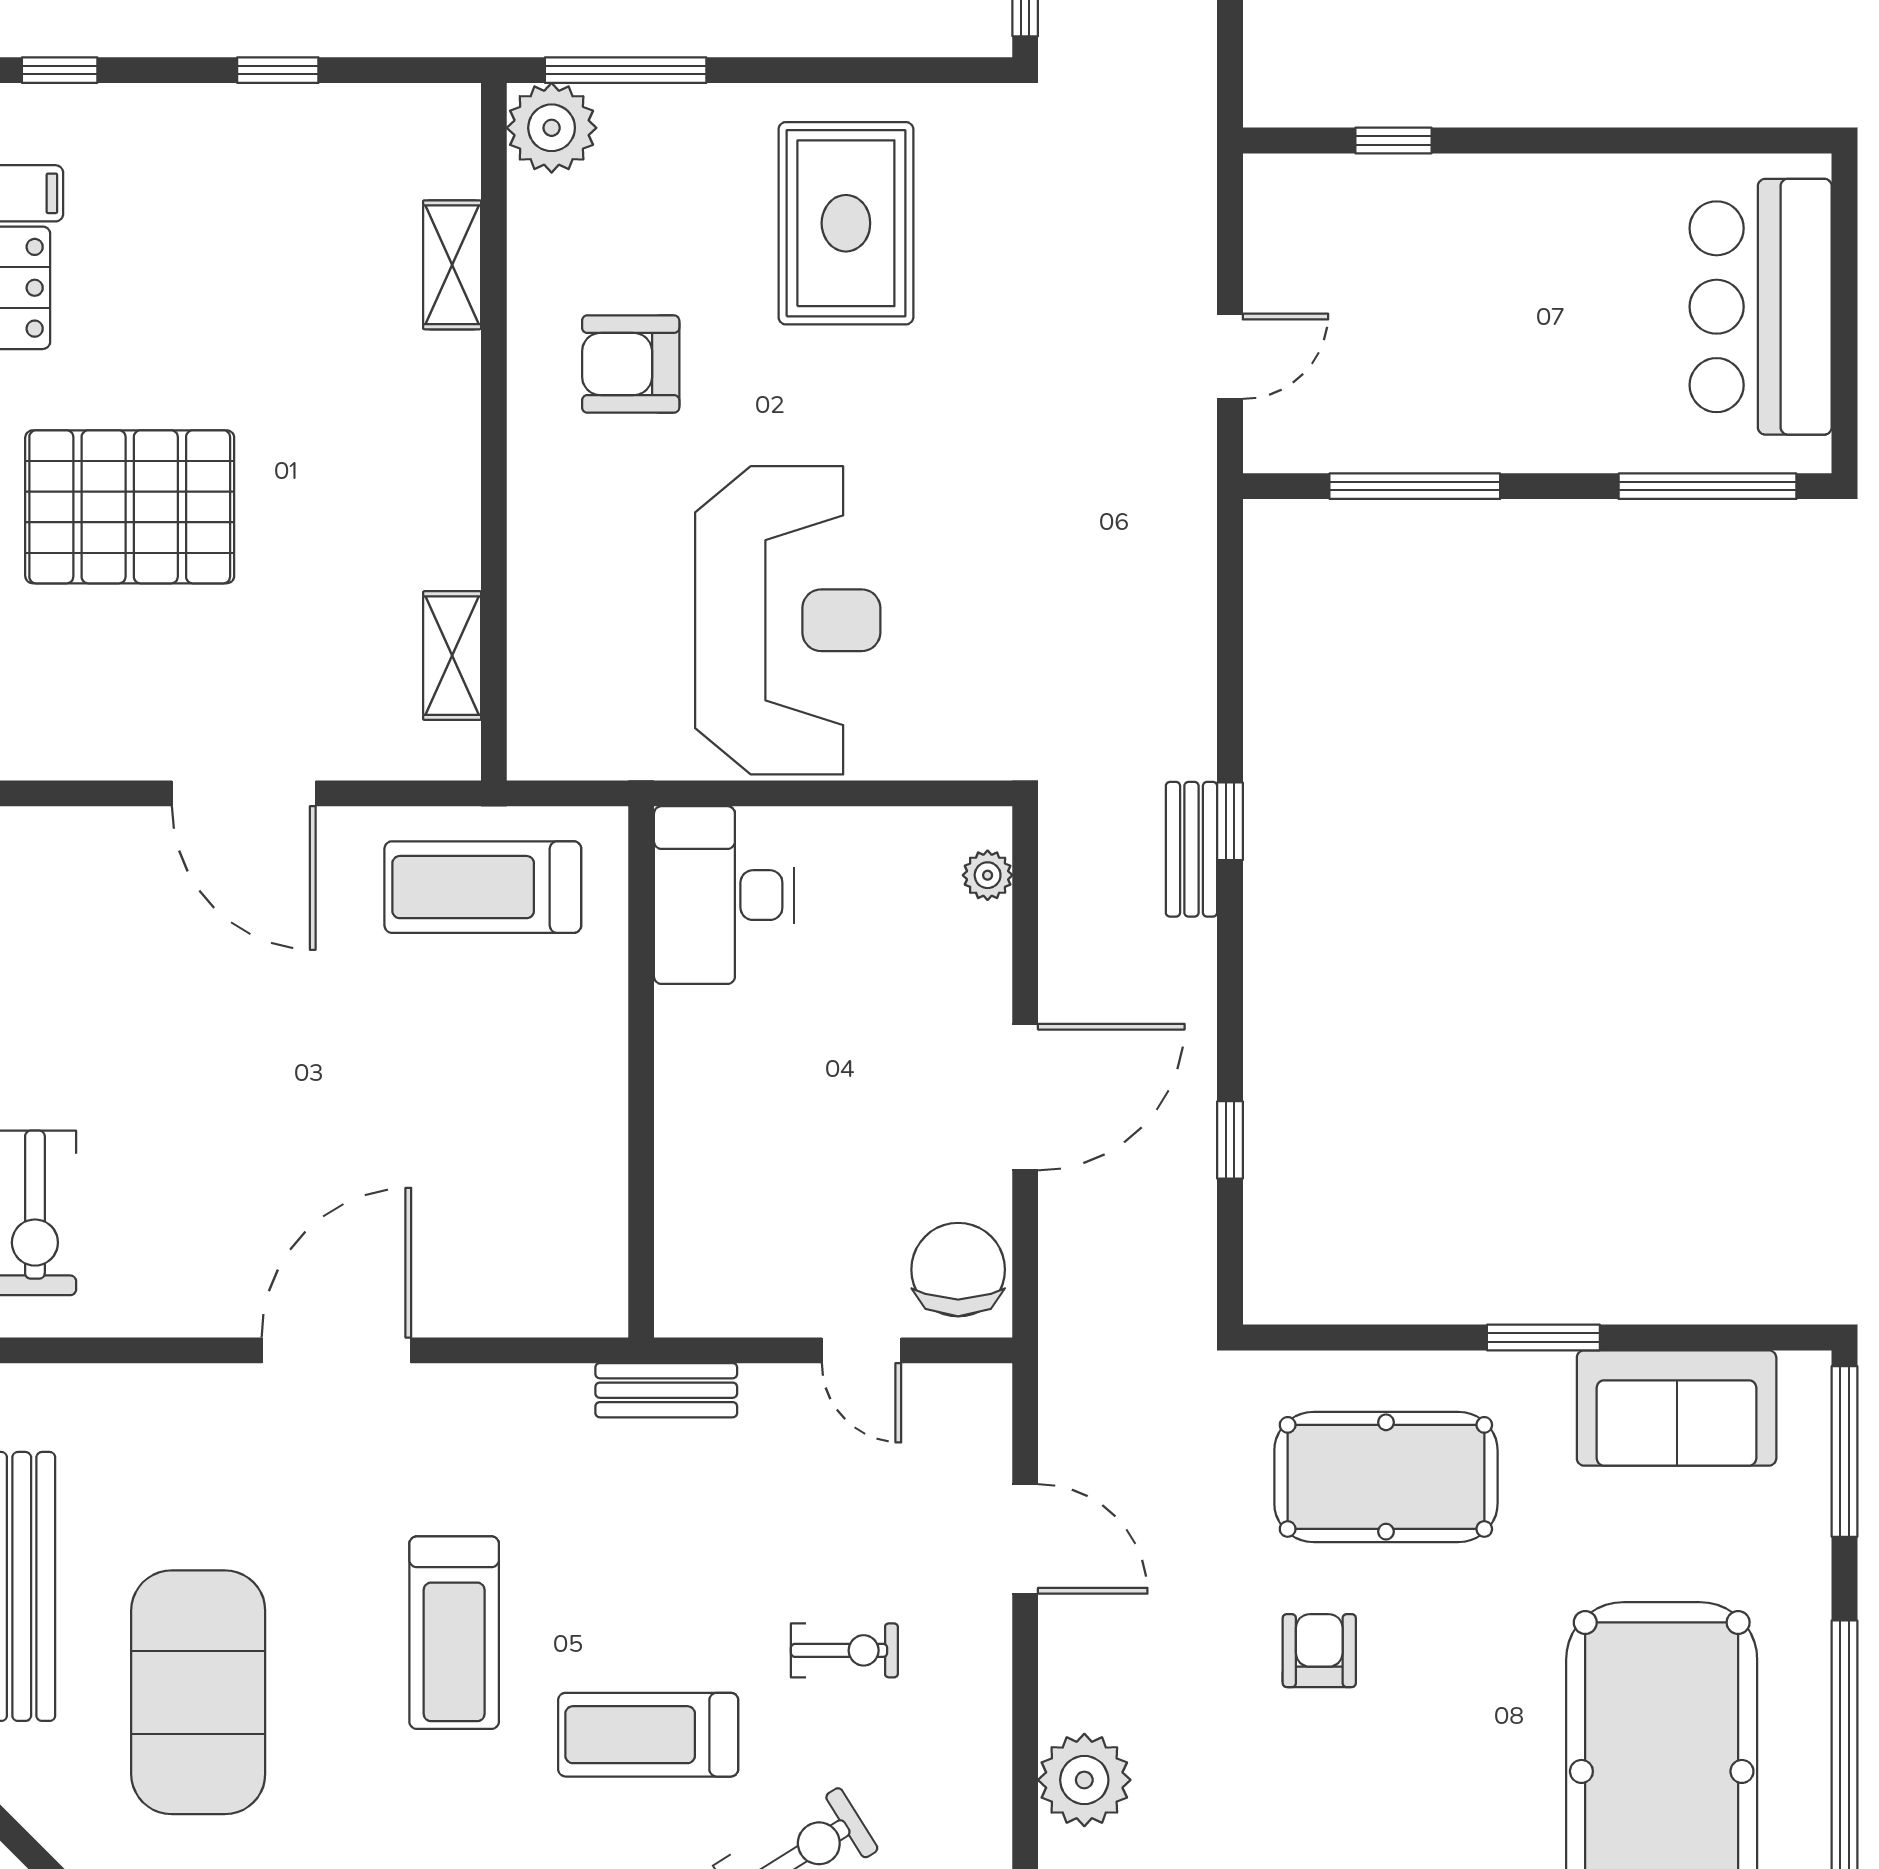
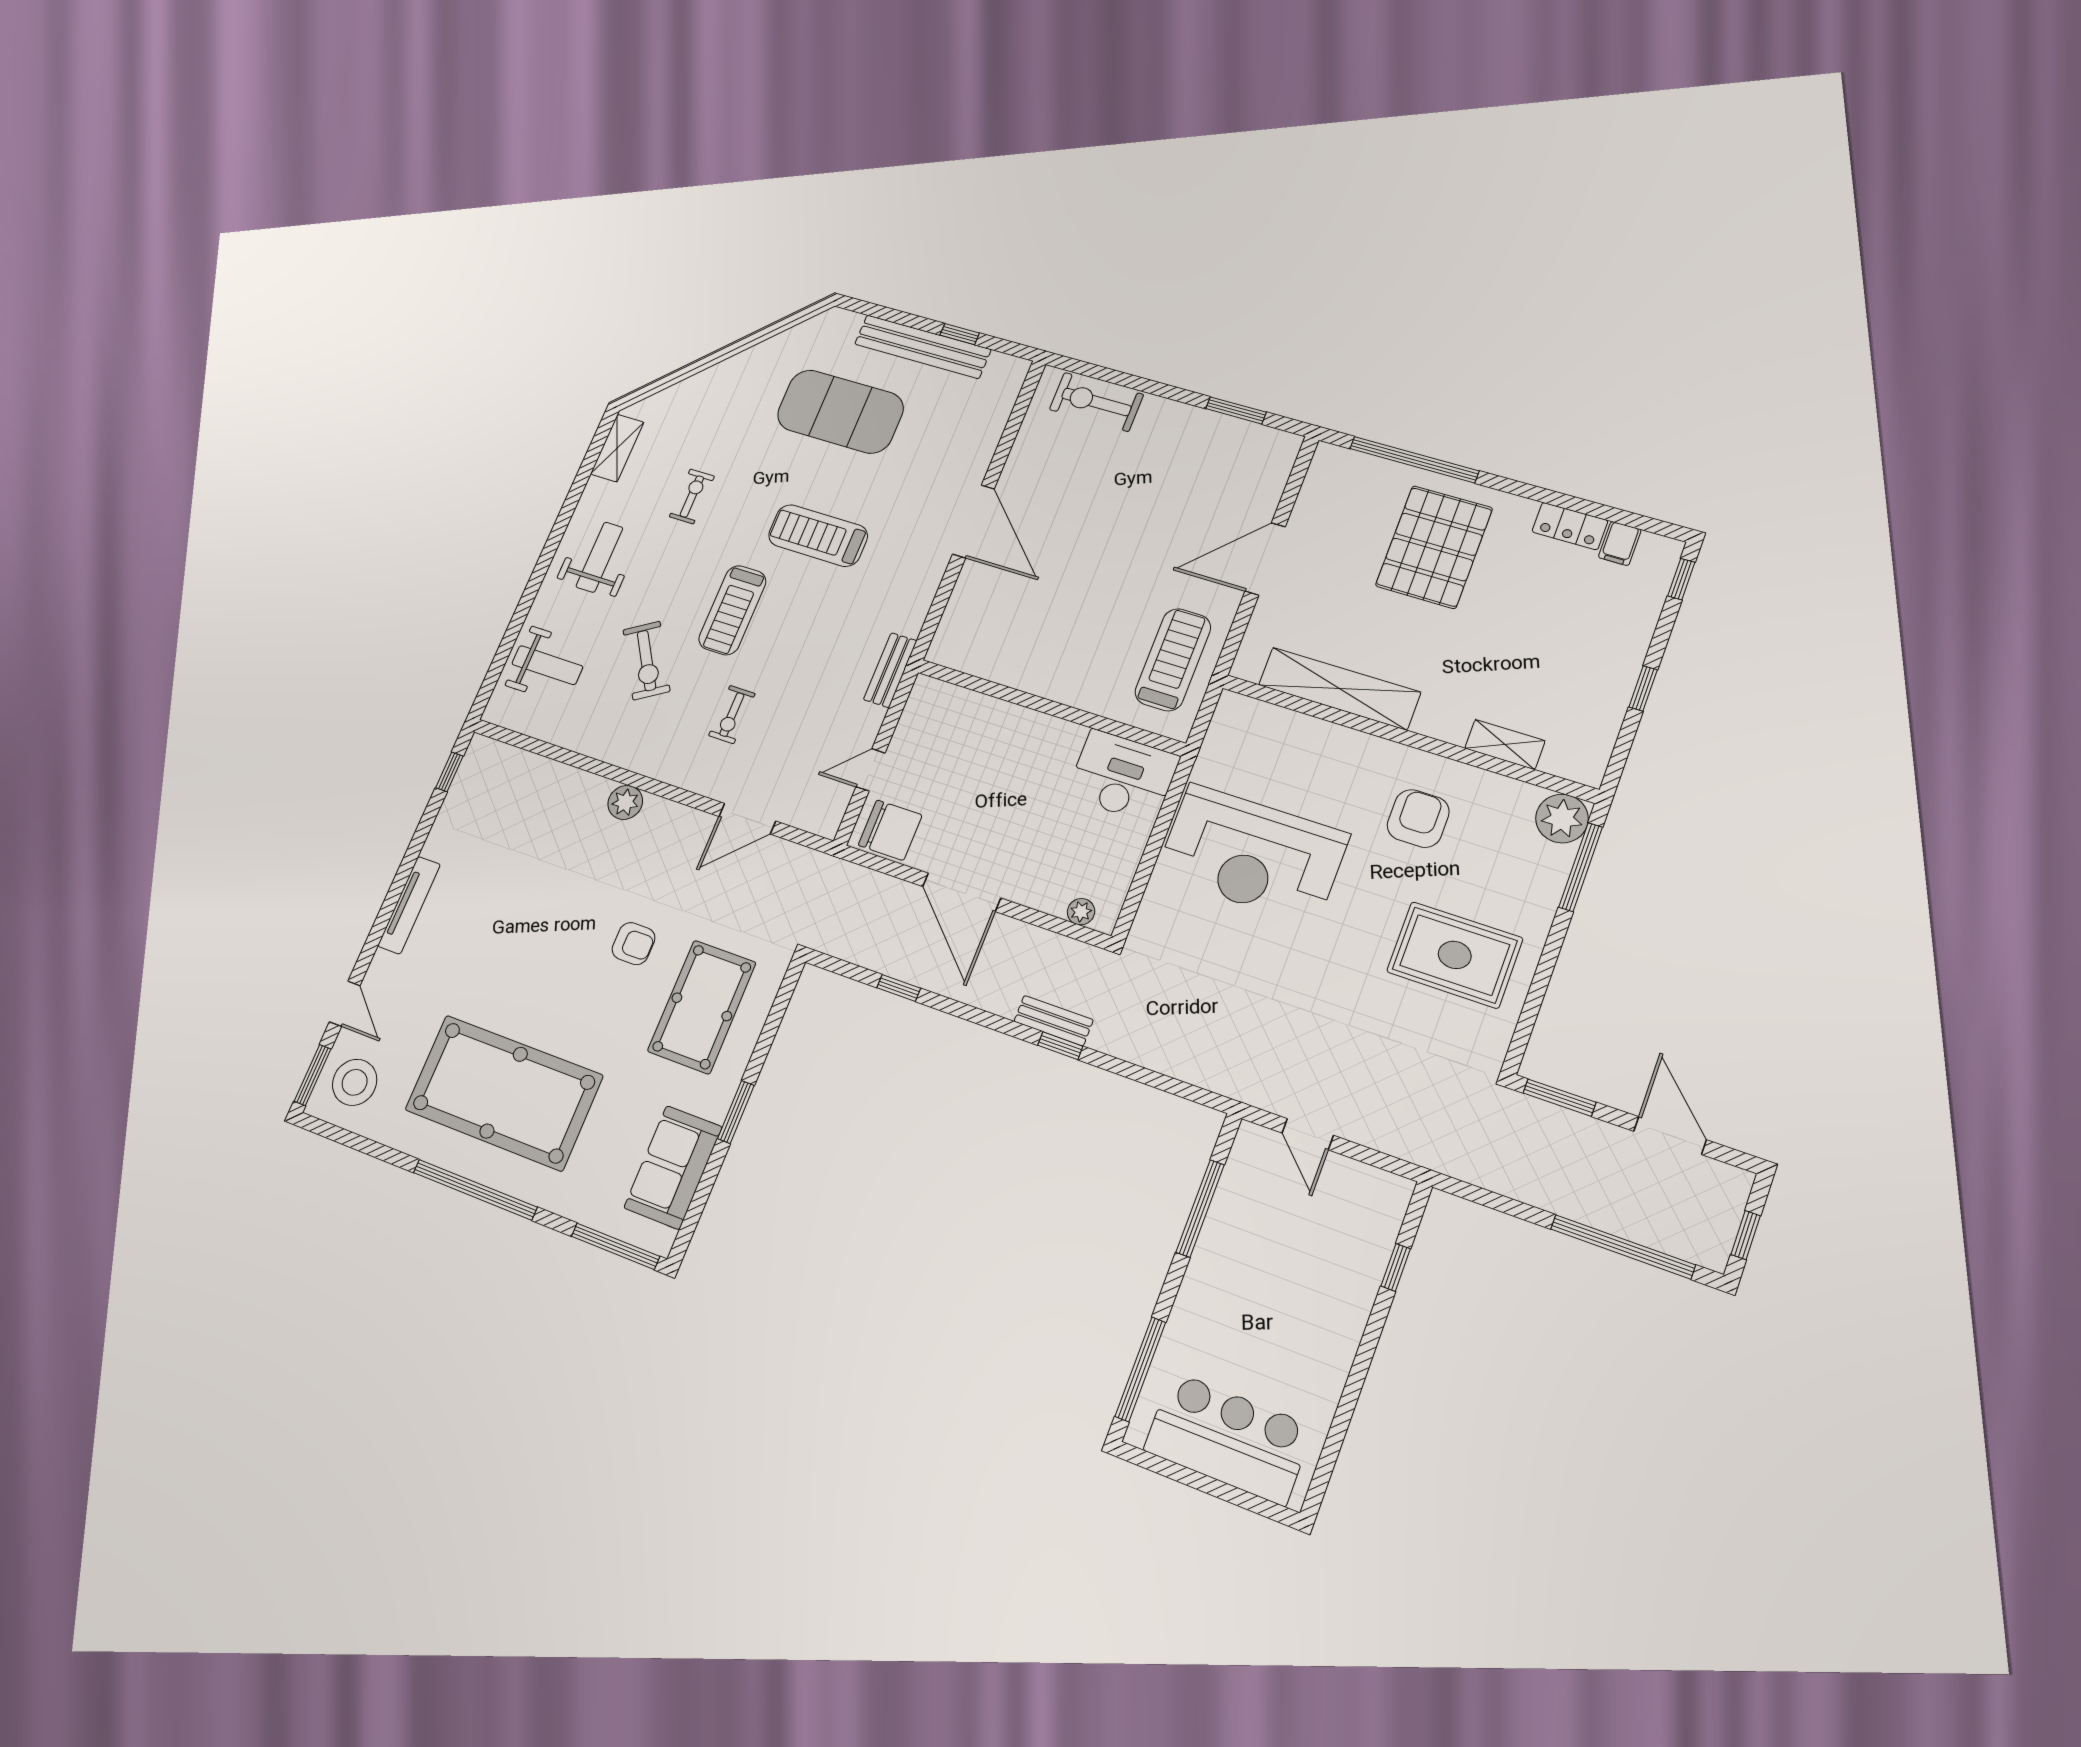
shelving: (452, 656) -> (1339, 689), width x2.20, depth x1.33
treadmill: (648, 1735) -> (732, 610), turned 180
plant: (1084, 1780) -> (625, 802), width x0.73, depth x0.73

